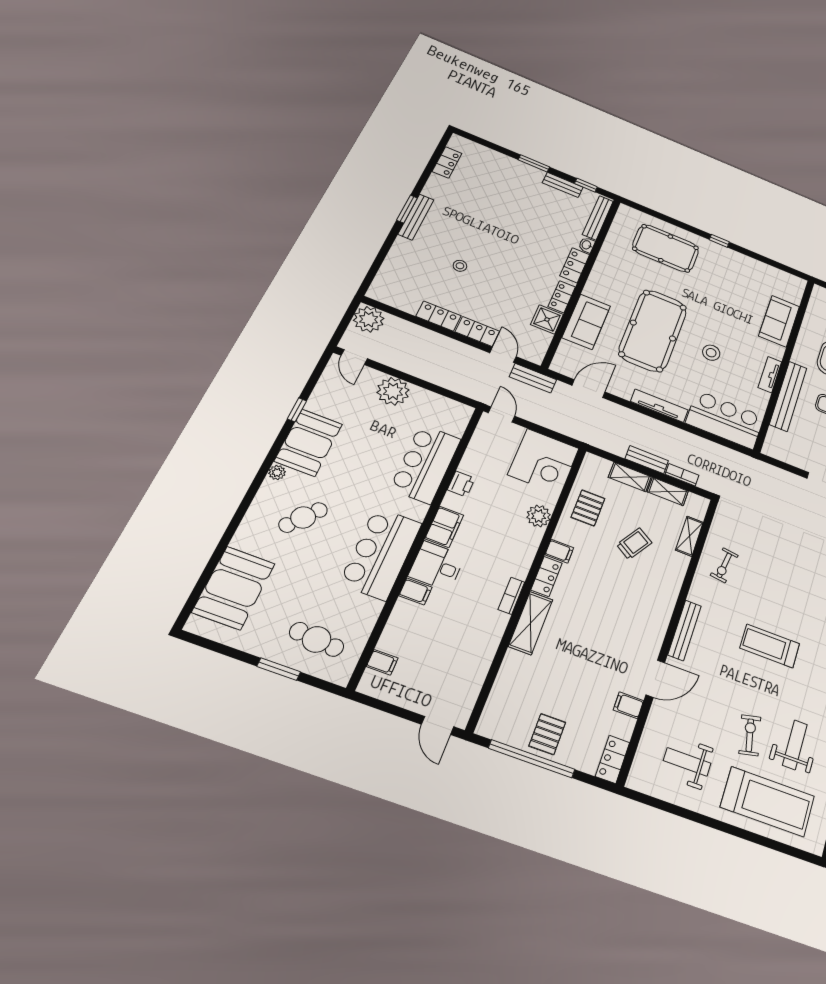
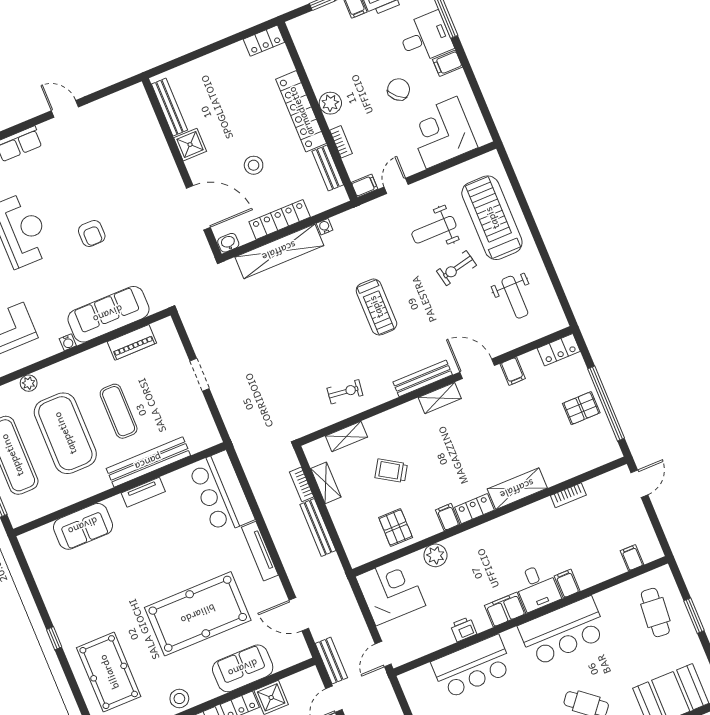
stool: (711, 353) -> (179, 699), moved
bench: (647, 460) -> (318, 527), width x1.36
shelving: (630, 477) -> (440, 398), moved, turned 90
pallet: (588, 508) -> (396, 527), turned 90
bookcase: (511, 596) -> (568, 495), moved

